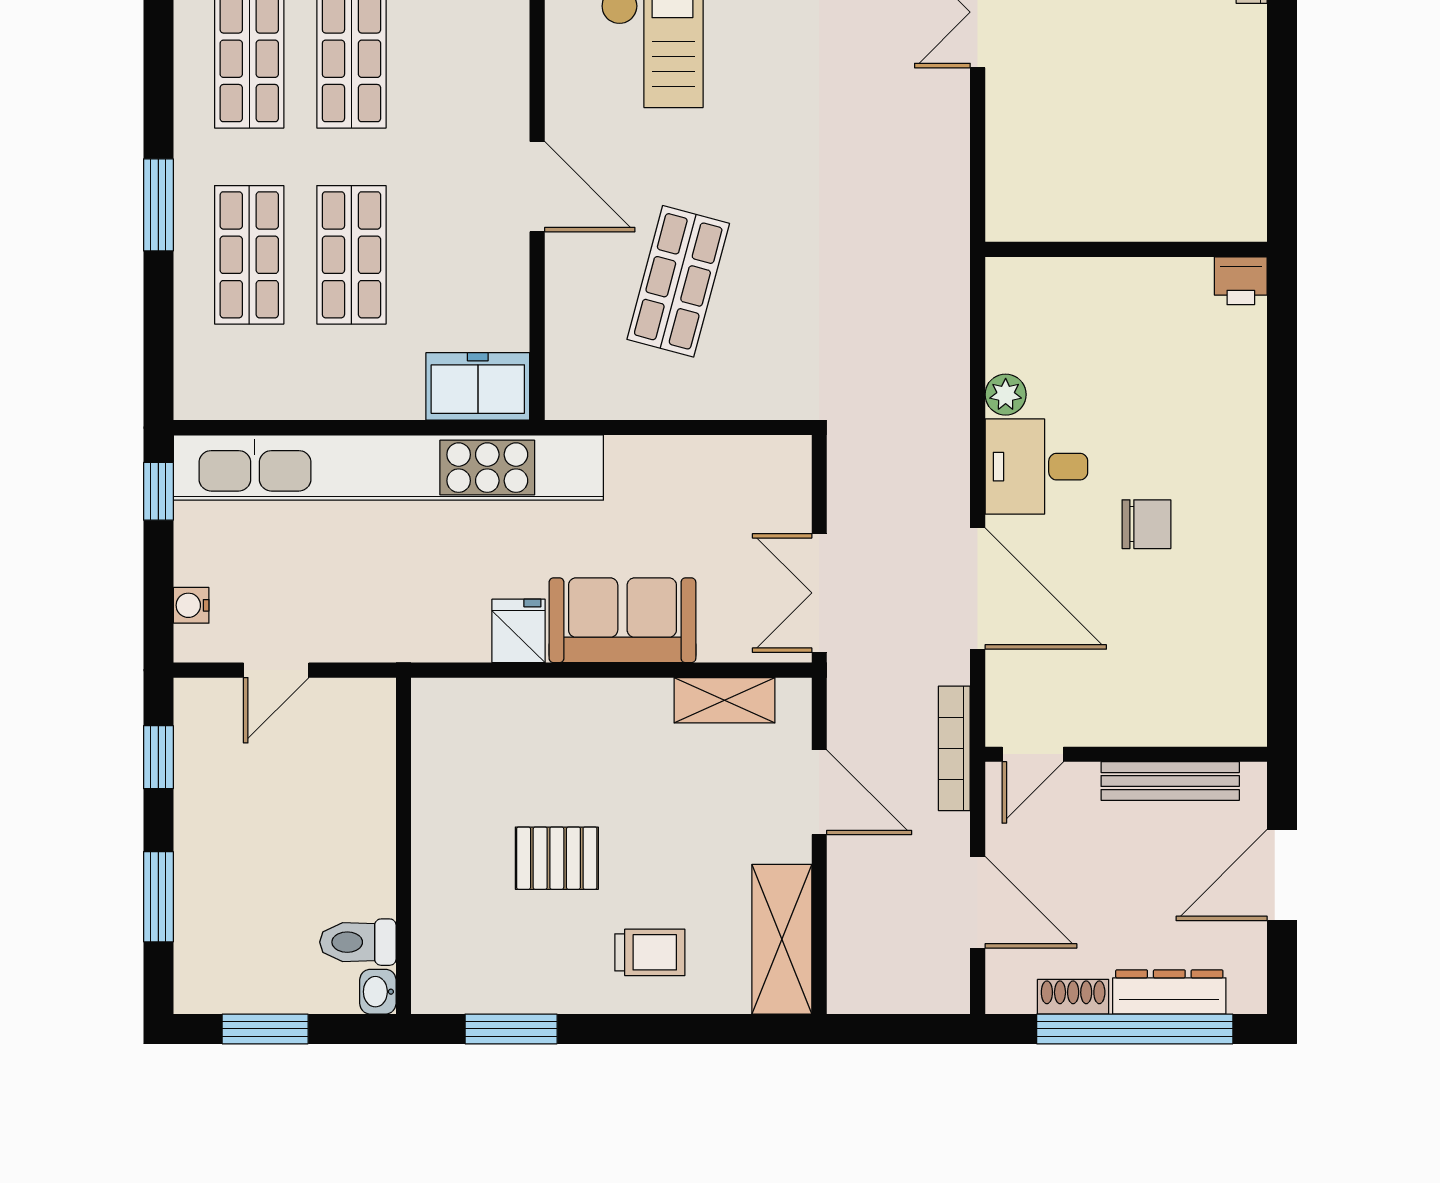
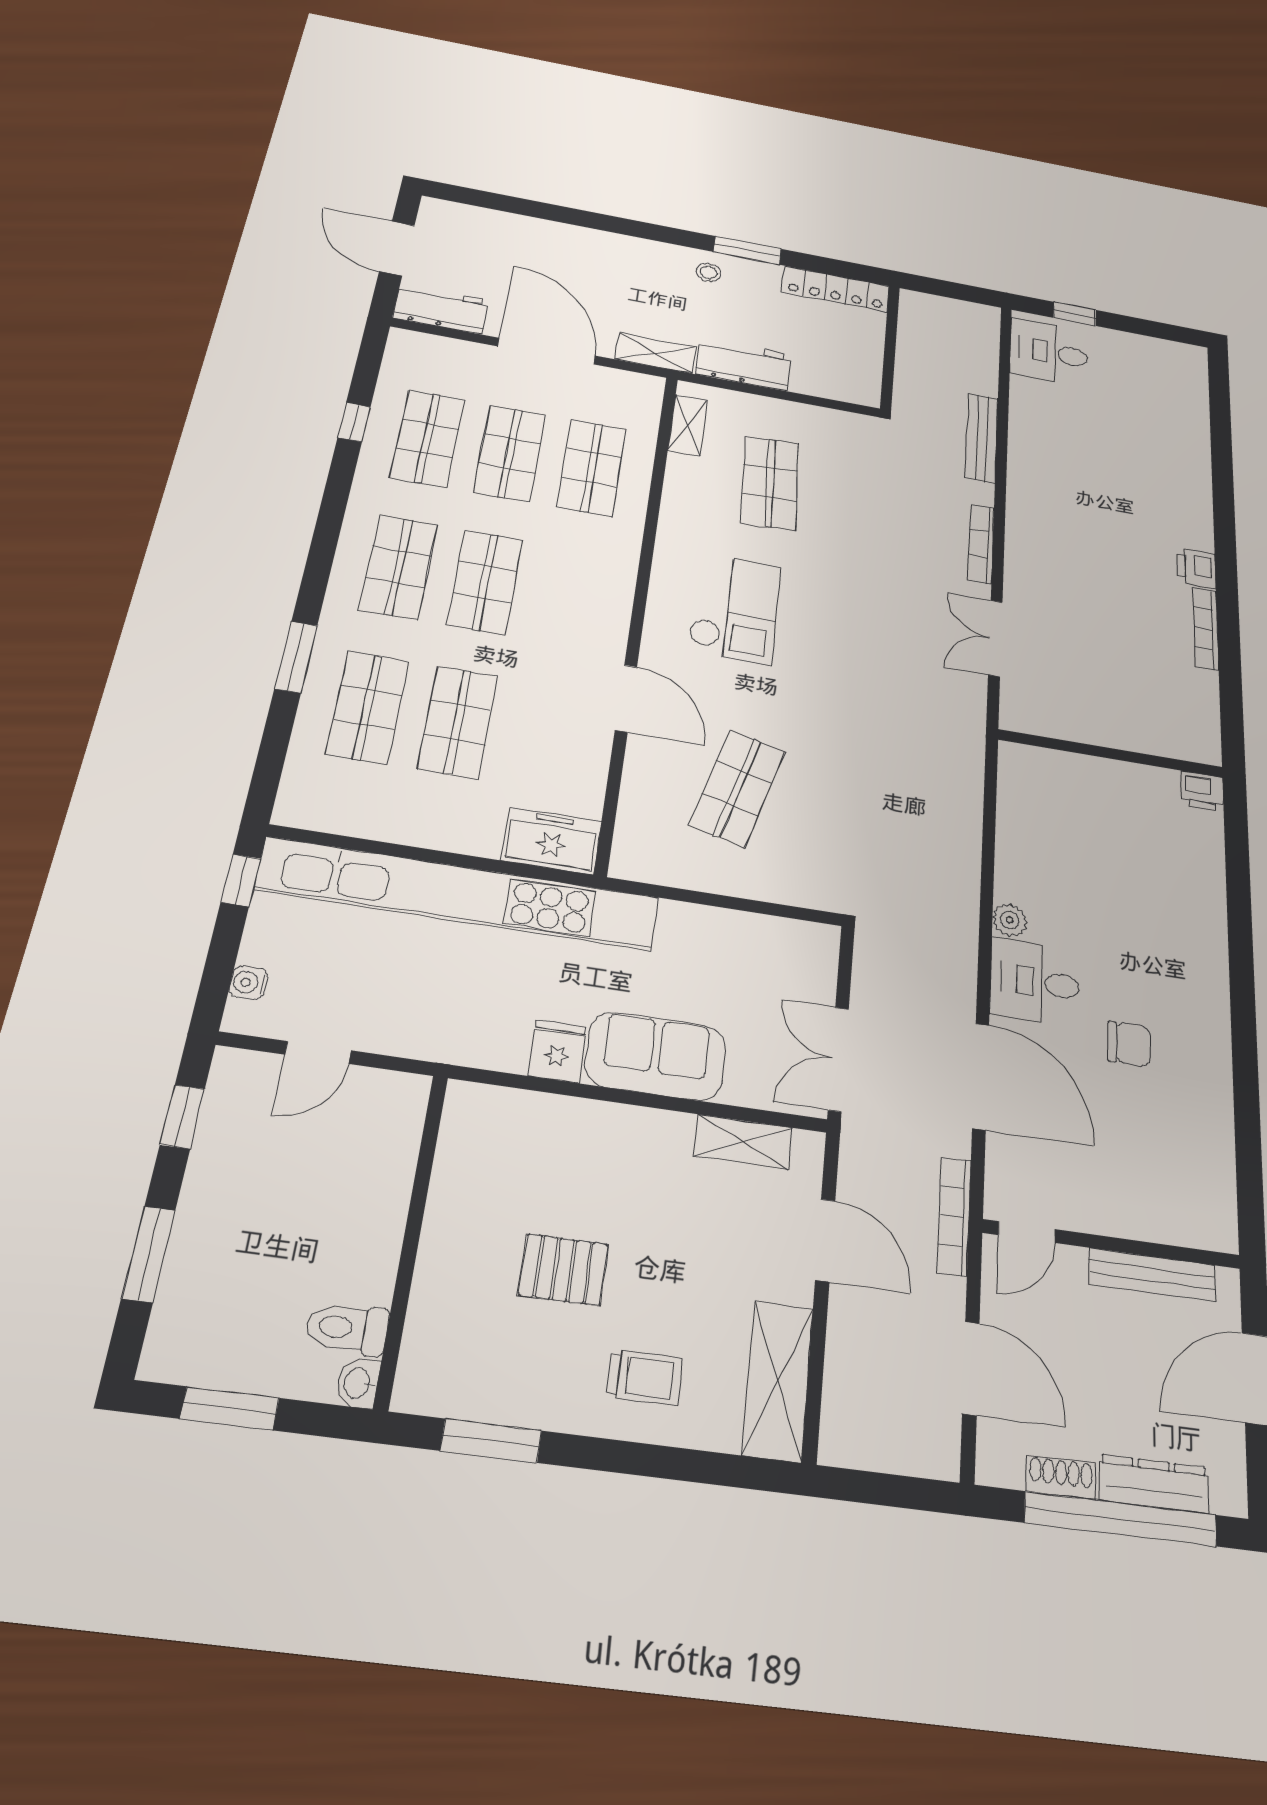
wall: (1126, 249) -> (1111, 754), moved
printer: (1241, 281) -> (1202, 791), moved

